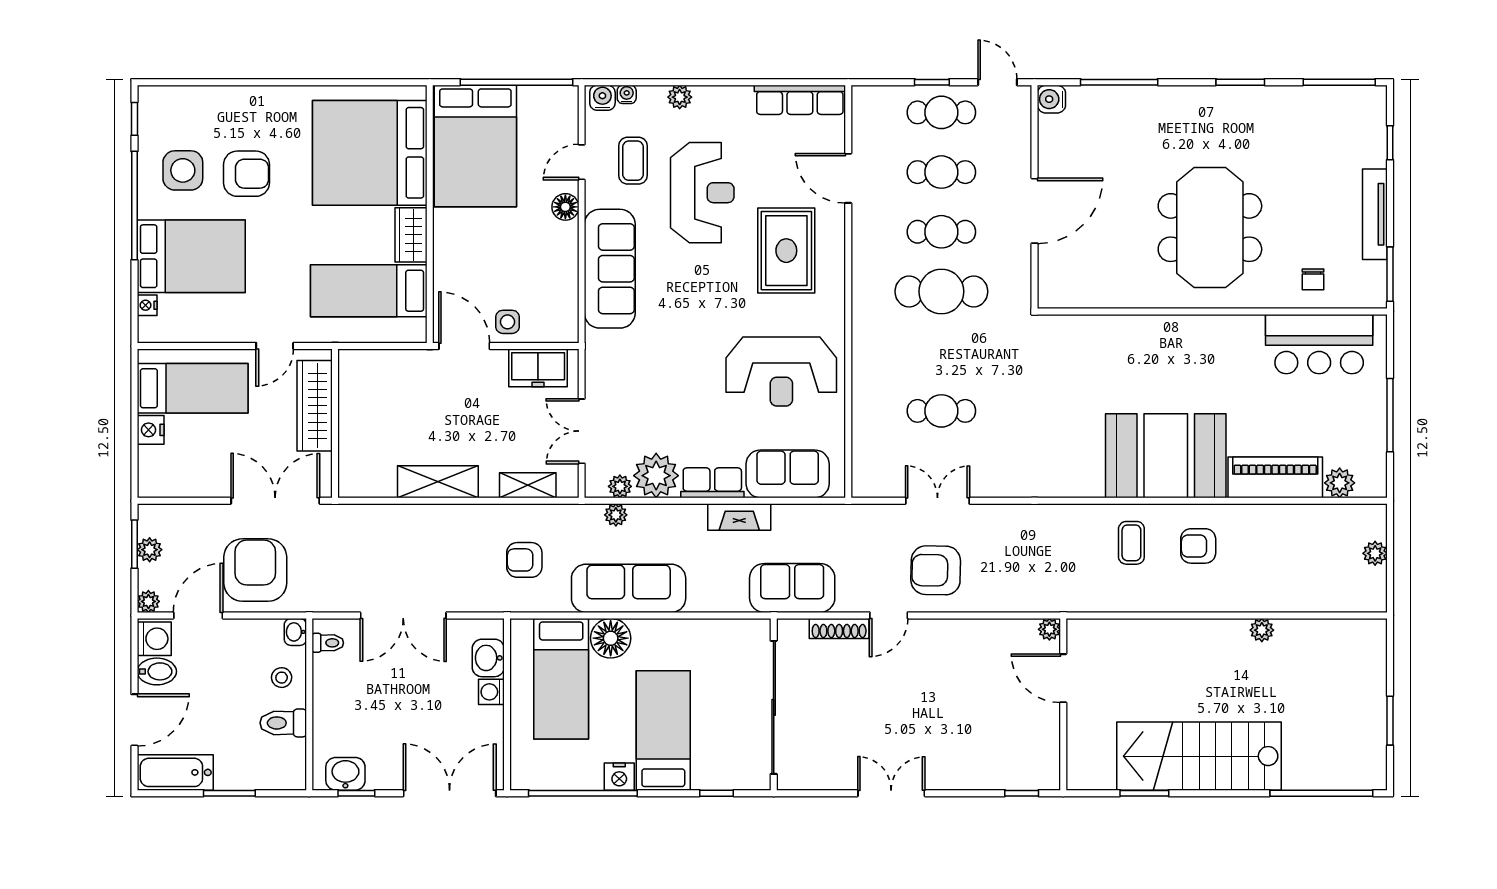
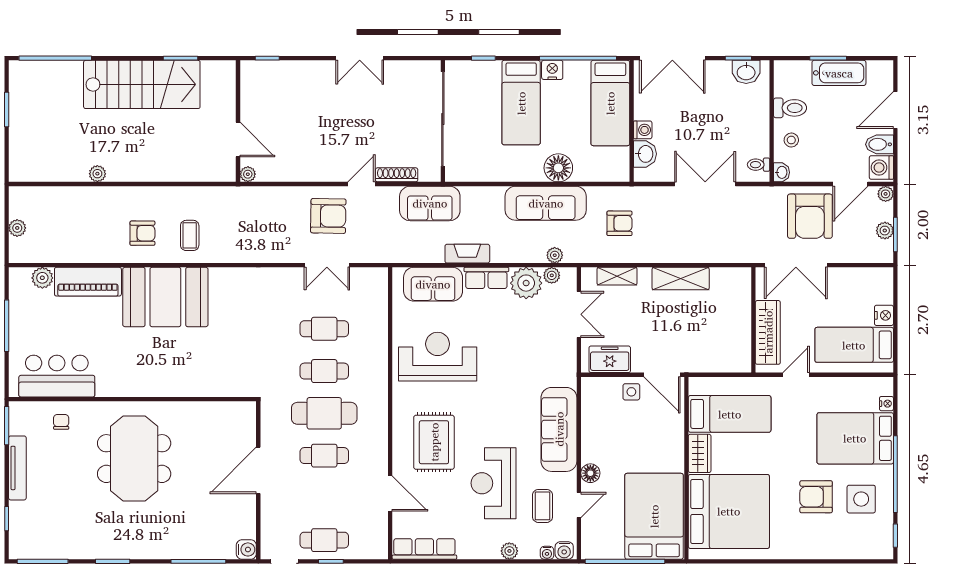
cafe table: (941, 172) -> (324, 371), moved
bed: (561, 679) -> (610, 103), moved, turned 180
bathtub: (175, 772) -> (839, 73), moved

